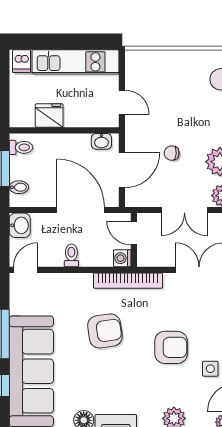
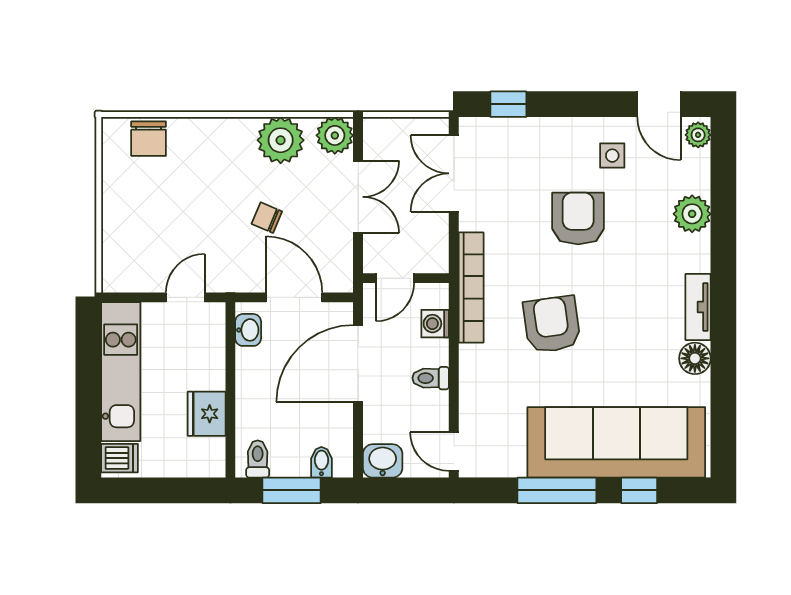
chair: (172, 153) -> (267, 218), turned 109
washing machine: (122, 258) -> (435, 324), moved, turned 90

